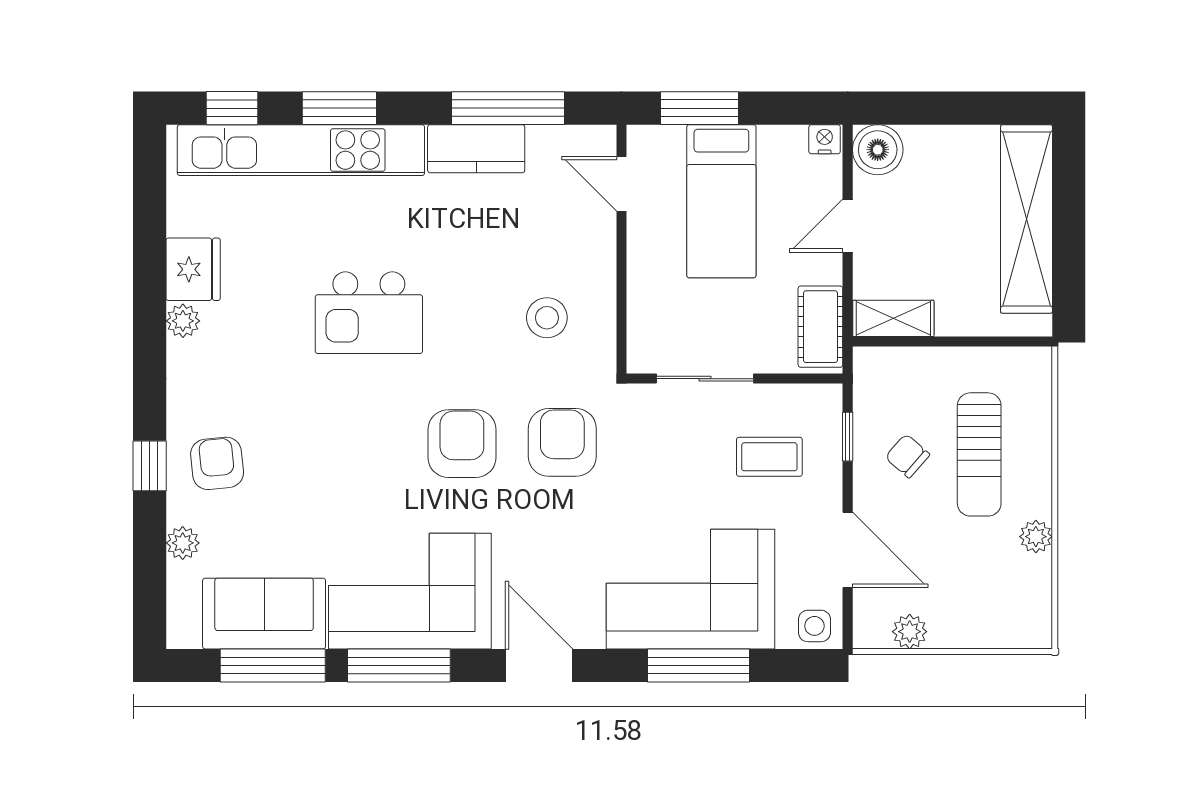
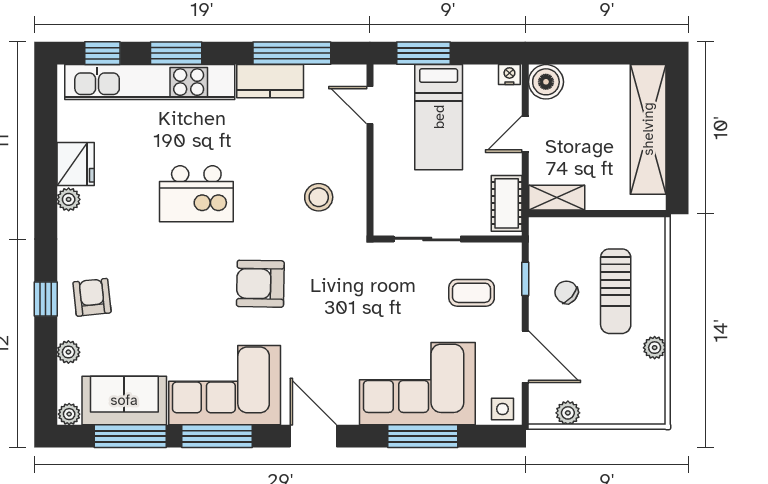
armchair: (562, 442) -> (329, 283), removed
armchair: (462, 444) -> (260, 284), turned -89
plant: (184, 633) -> (69, 414), added

